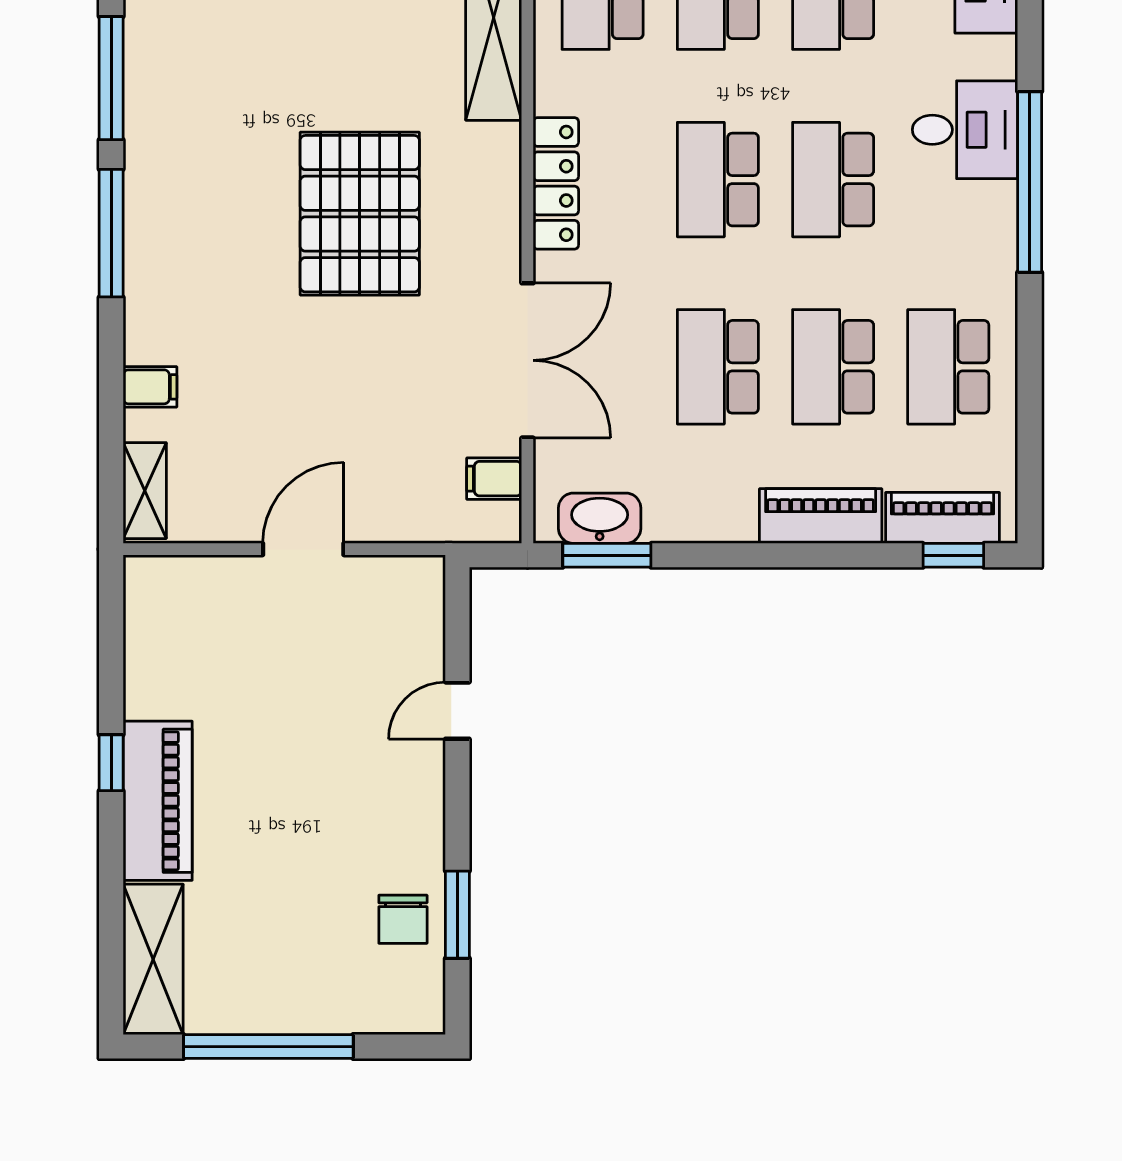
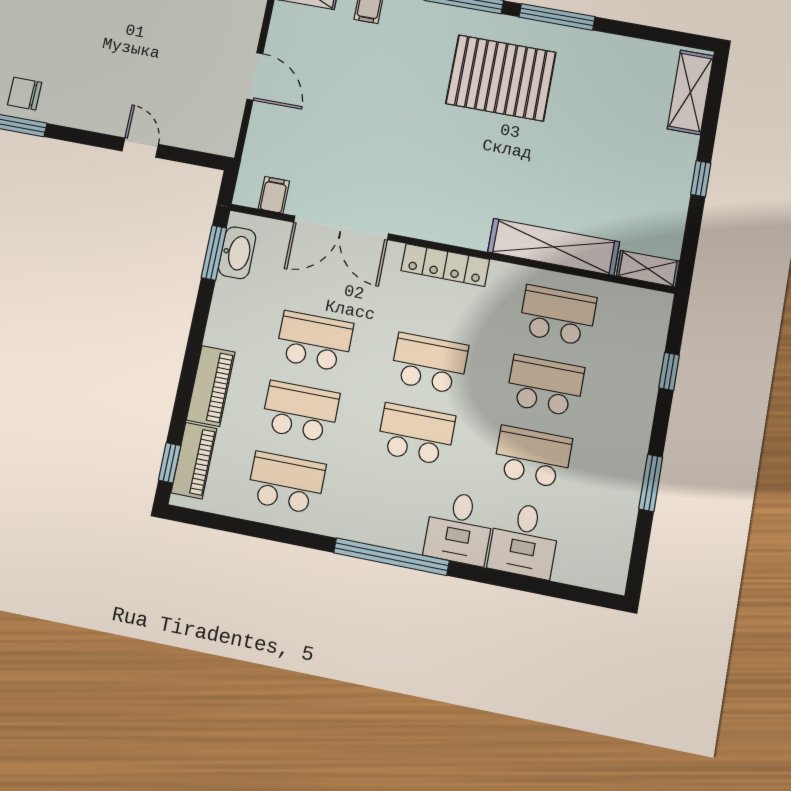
desk: (965, 130) -> (459, 528), moved
pallet: (360, 214) -> (501, 78), moved

